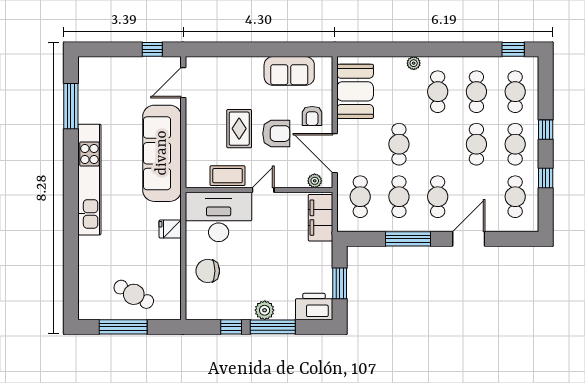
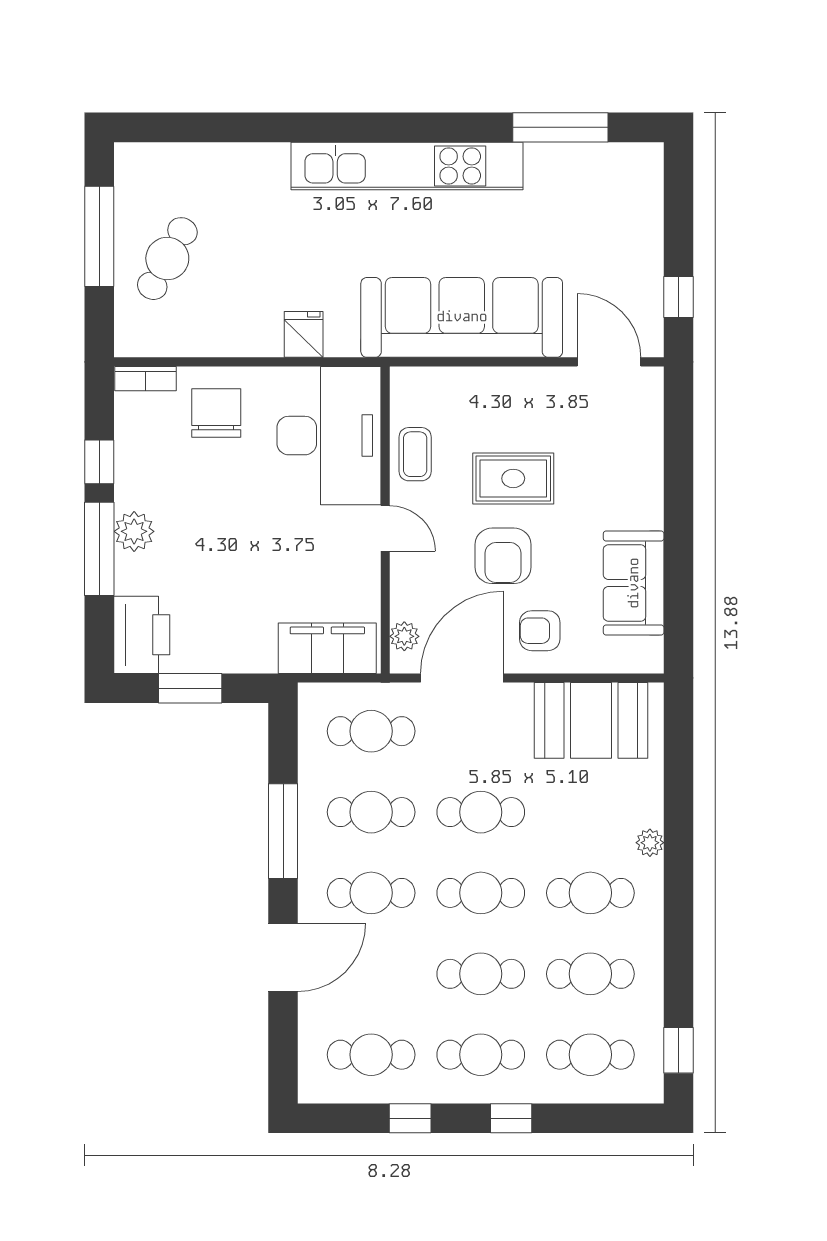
cafe table: (438, 144) -> (481, 893), added
coffee table: (227, 176) -> (415, 454), width x0.73, depth x0.77
door: (469, 239) -> (283, 957), hinge flipped
bookcase: (191, 305) -> (146, 379), added

